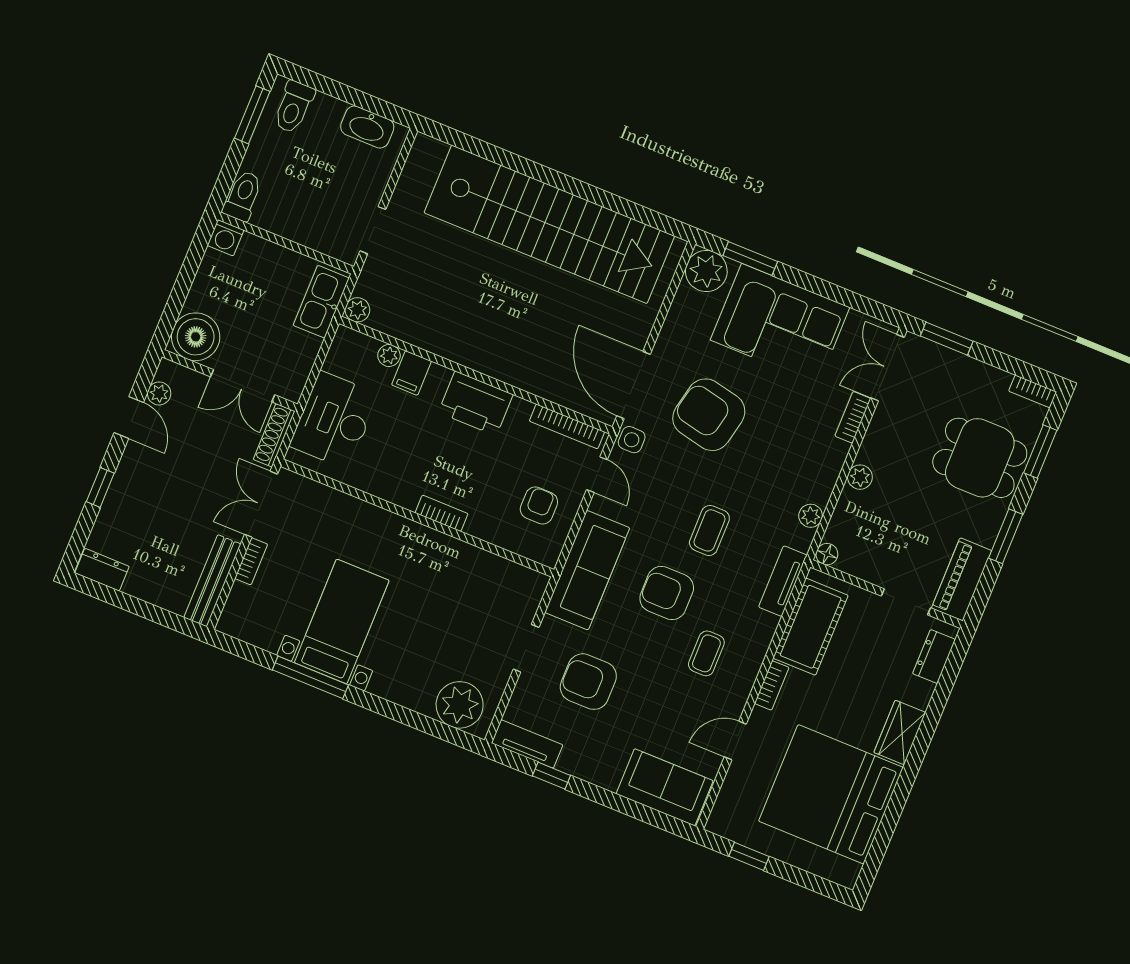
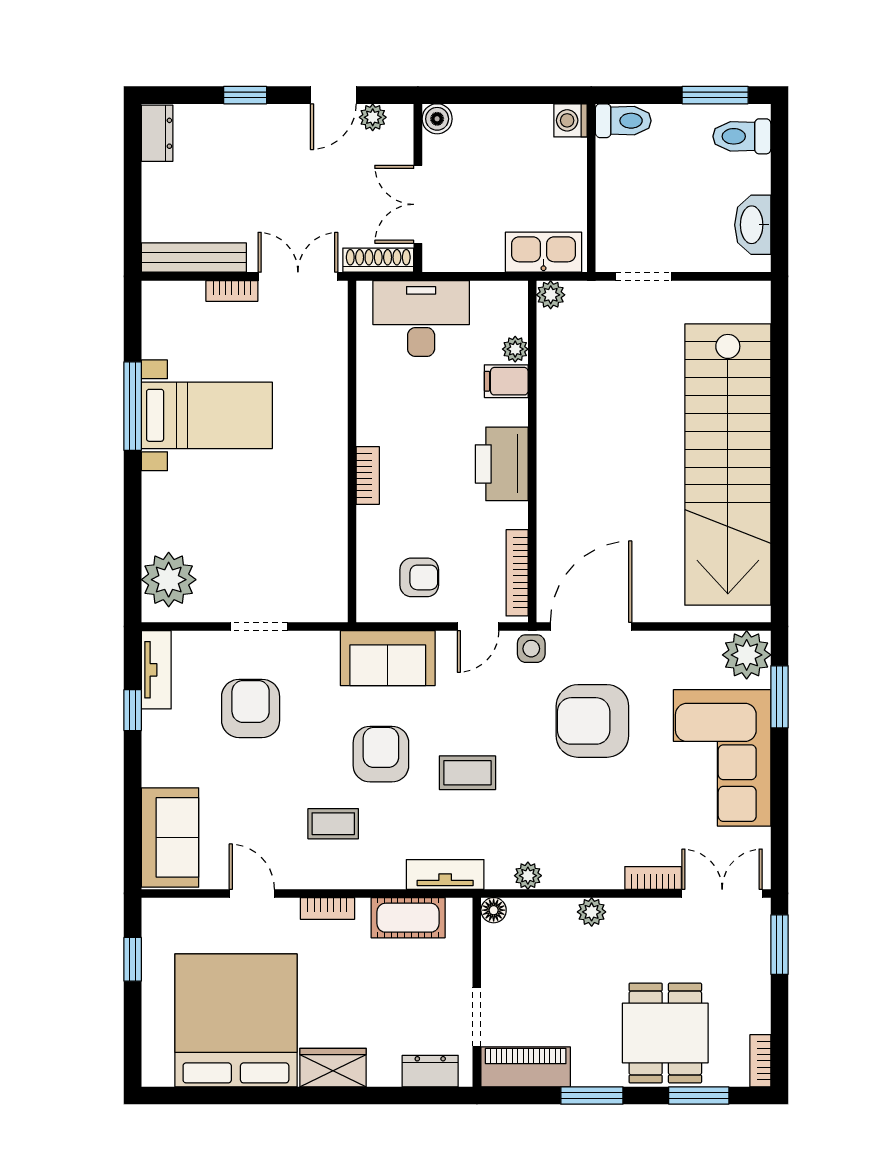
boiler: (196, 337) -> (437, 119), width x0.54, depth x0.54
armchair: (709, 415) -> (592, 721), turned -102
sofa: (587, 570) -> (388, 658), width x0.73
cot: (811, 627) -> (408, 918), width x0.73, depth x0.75

